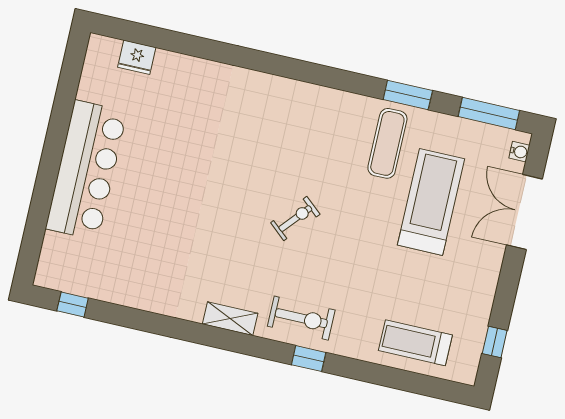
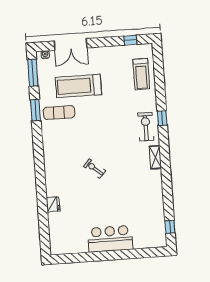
fridge: (137, 57) -> (53, 204), moved
bar counter: (86, 170) -> (110, 239), width x0.73
exercise bike: (295, 218) -> (95, 169), moved

